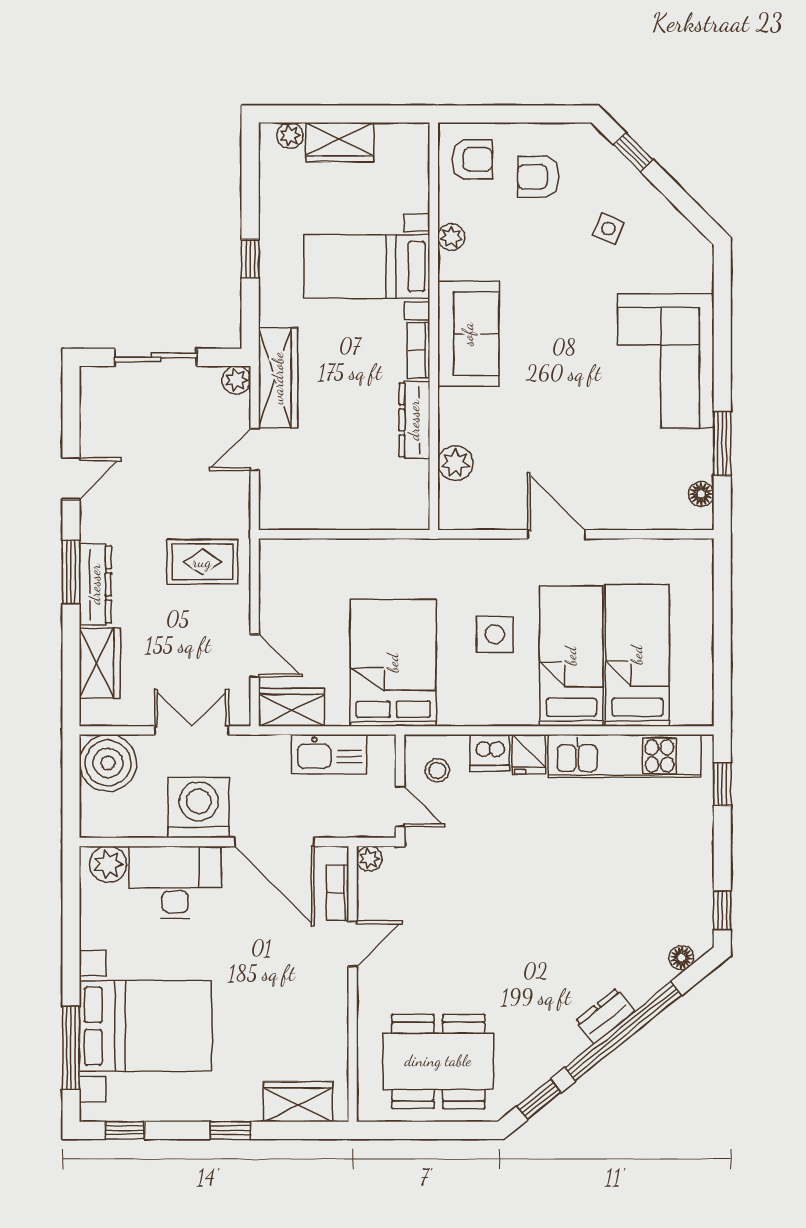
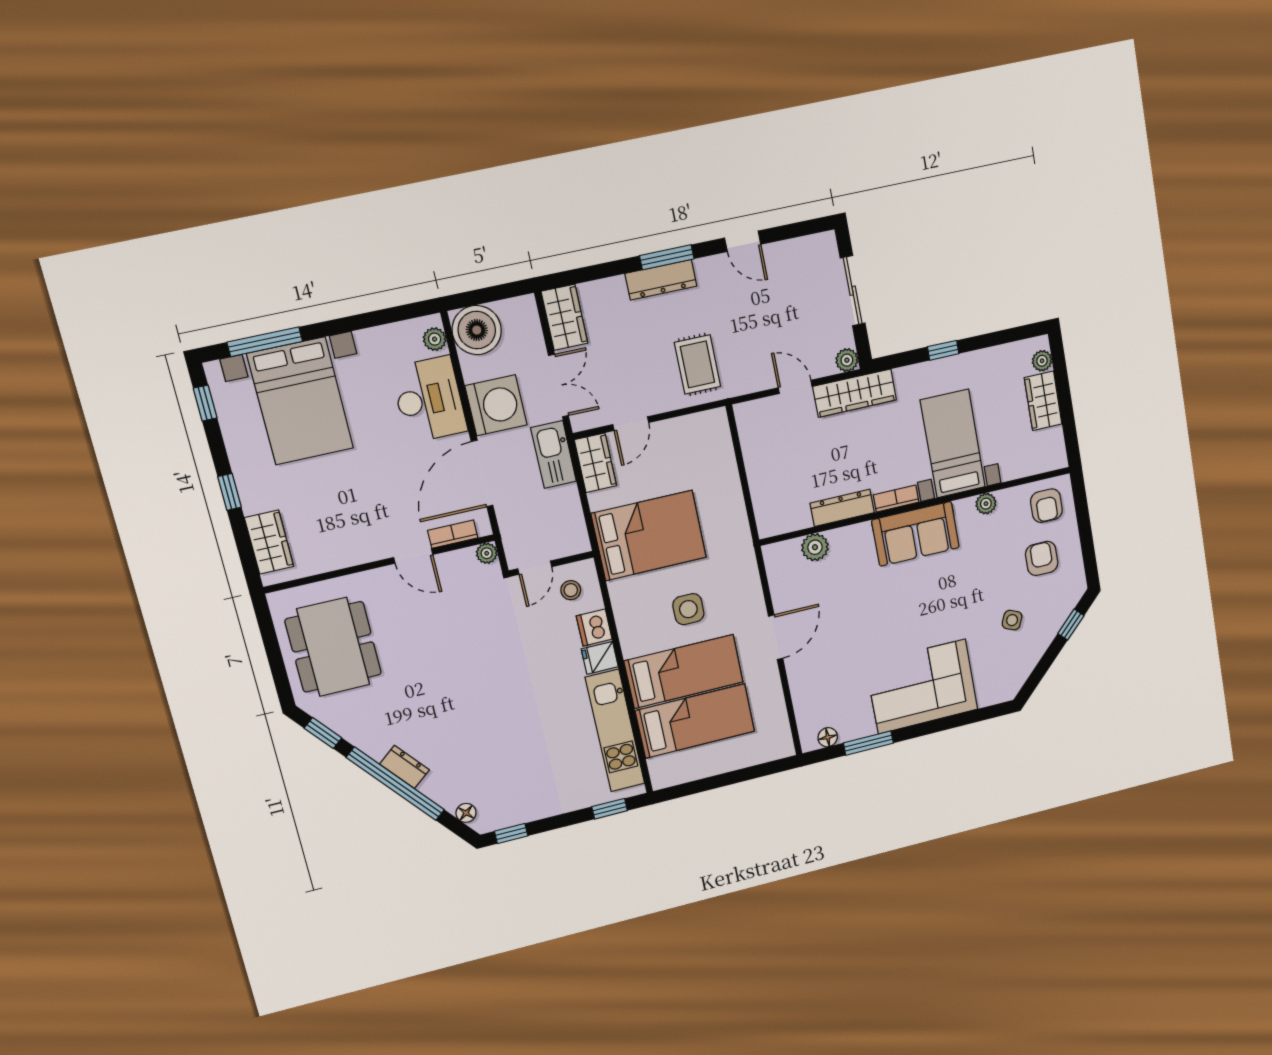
wardrobe: (100, 663) -> (564, 317), moved, turned -90
kitchen sink: (329, 754) -> (554, 455), moved
boiler: (108, 763) -> (477, 330), moved
plant: (108, 864) -> (435, 339), width x0.73, depth x0.73

